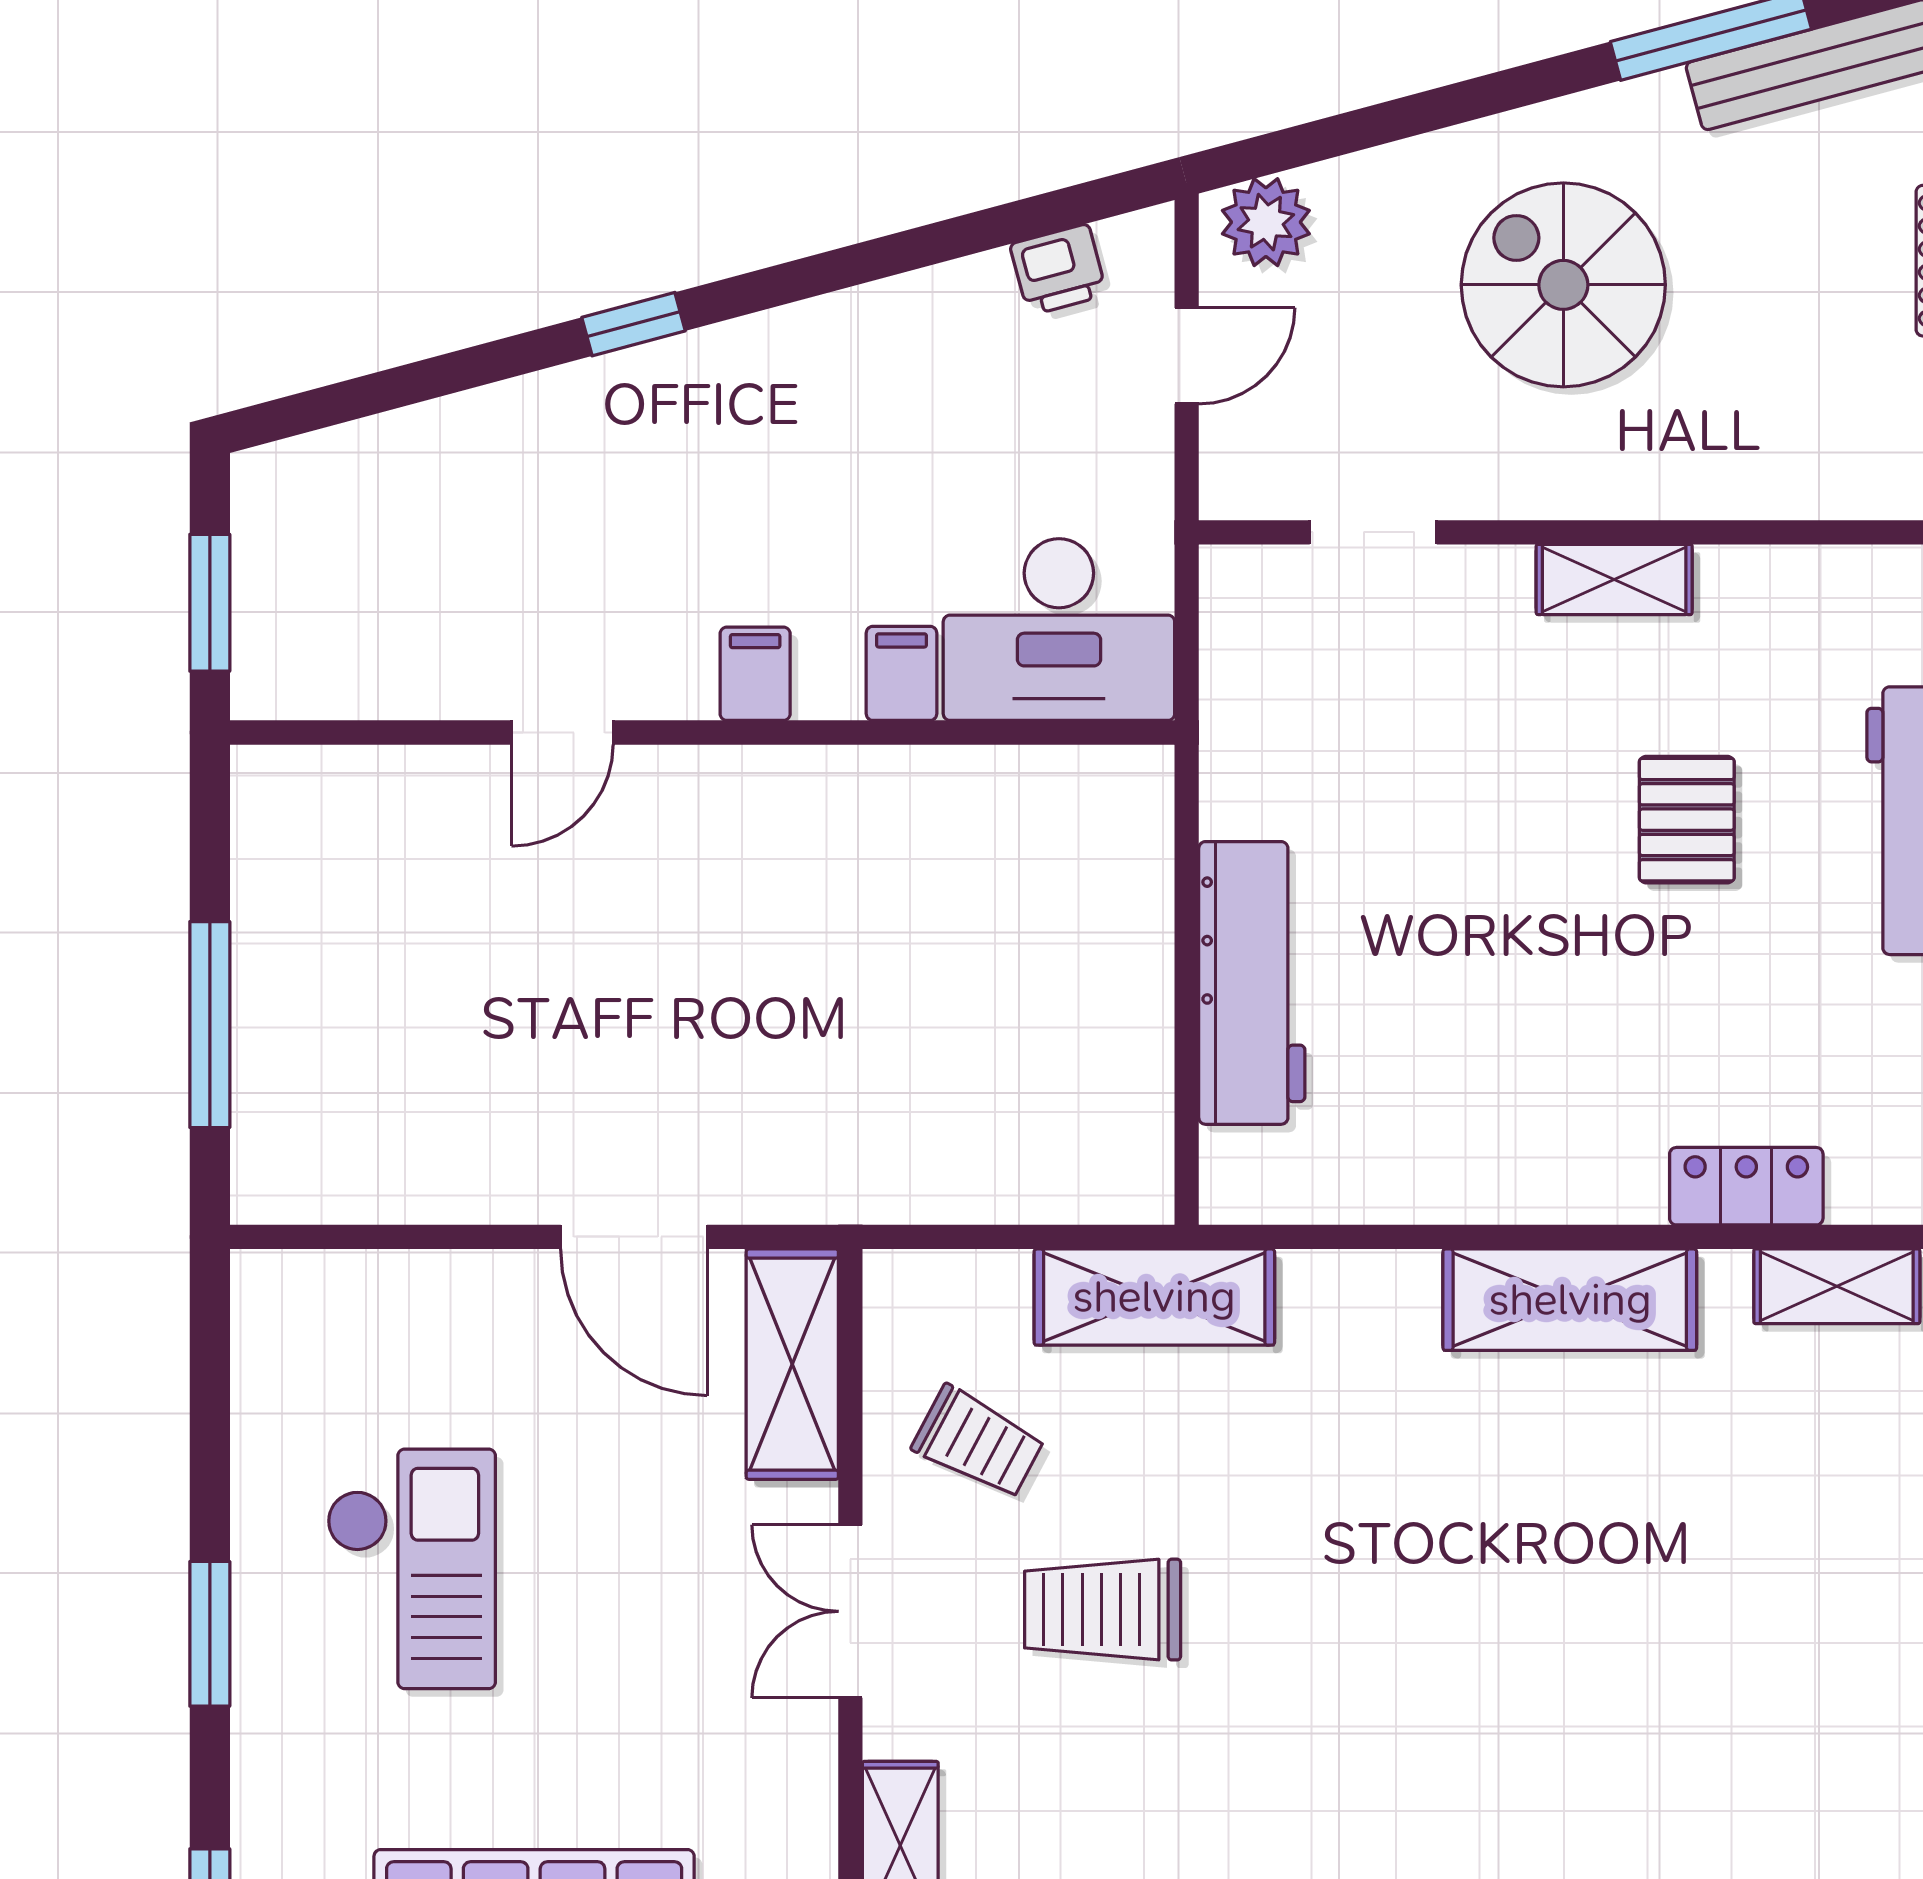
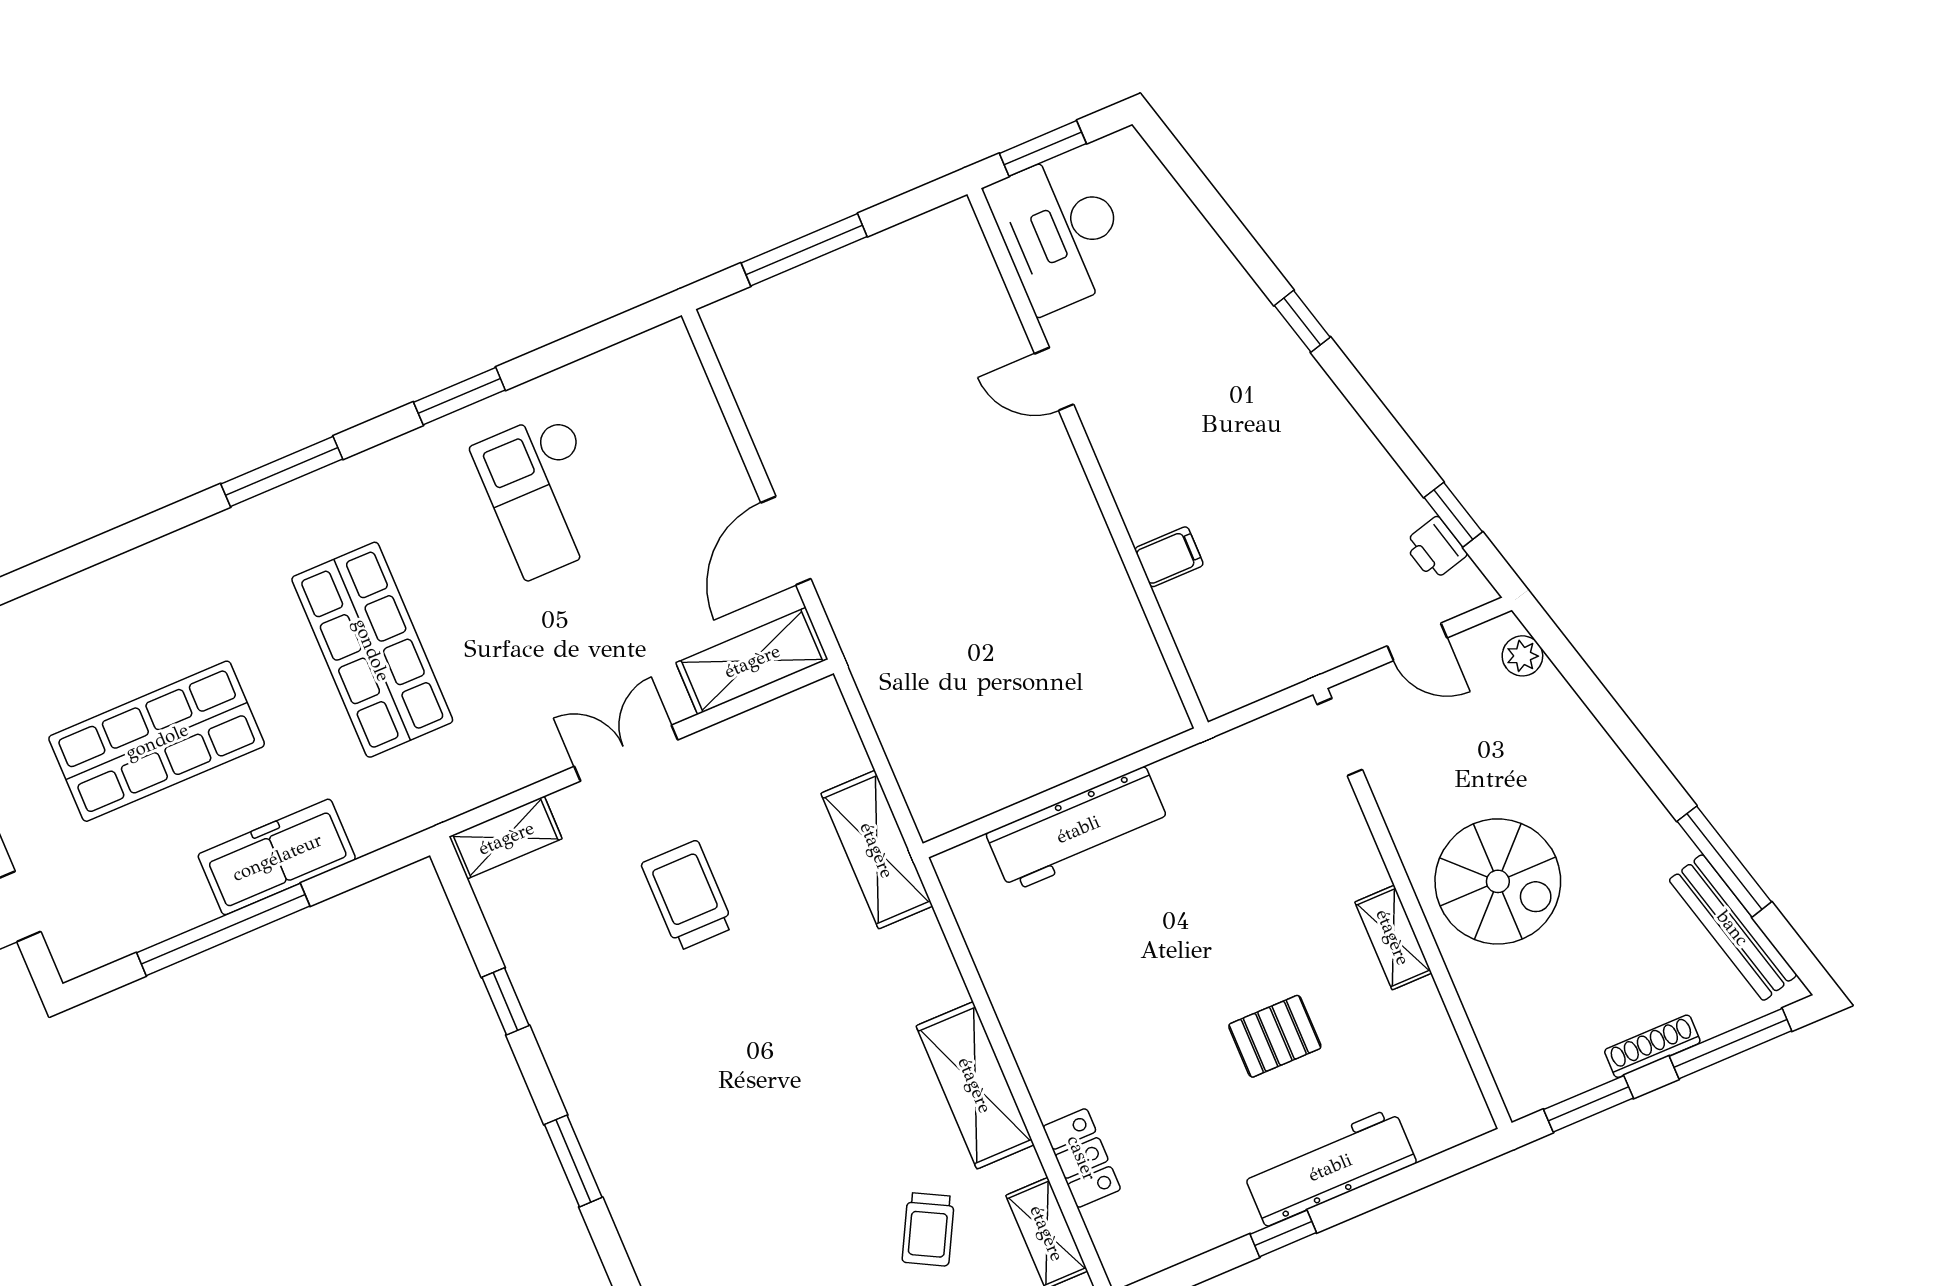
window: (1019, 221) -> (1453, 515), added
plant: (1266, 222) -> (1522, 656), width x0.73, depth x0.73
spiral stairs: (1563, 285) -> (1498, 881), moved, turned 90
doorway: (1373, 532) -> (1340, 737), moved
desk: (1059, 630) -> (1060, 232), moved
filing cabinet: (755, 674) -> (1134, 474), removed
trolley: (978, 1442) -> (928, 1229), moved
checkout: (411, 1569) -> (545, 494), turned 90

